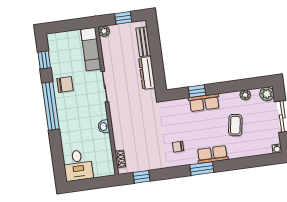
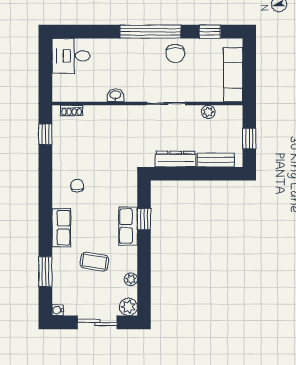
plant: (104, 31) -> (208, 112), moved
exam couch: (91, 49) -> (233, 75), moved, turned -90
window: (202, 169) -> (45, 272), moved

